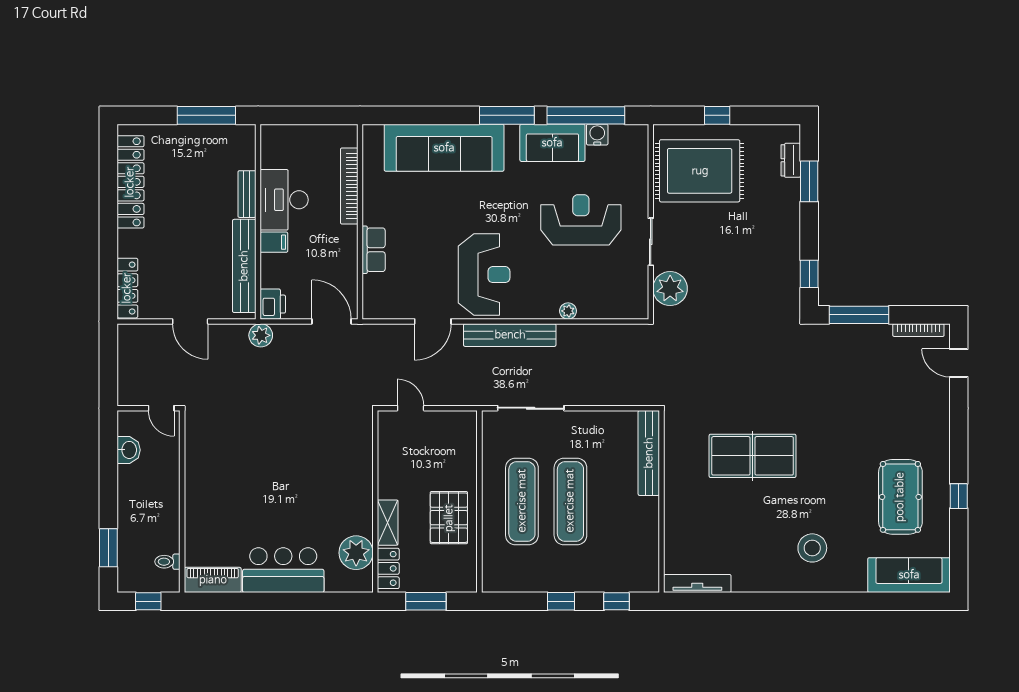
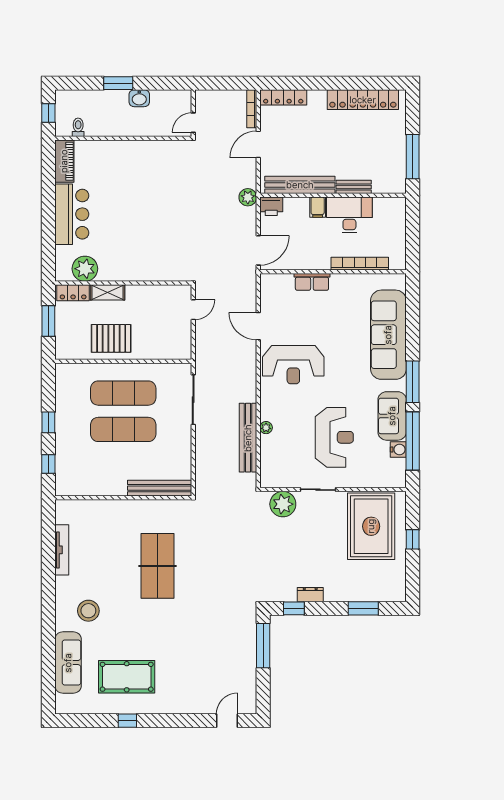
dresser: (791, 160) -> (310, 595), moved
bookcase: (918, 330) -> (252, 109), moved
bench: (510, 335) -> (248, 438), moved
washbasin: (129, 450) -> (139, 98), moved
window: (108, 548) -> (118, 83), moved
sofa: (909, 575) -> (68, 663), moved
tv unit: (697, 583) -> (62, 550), moved

